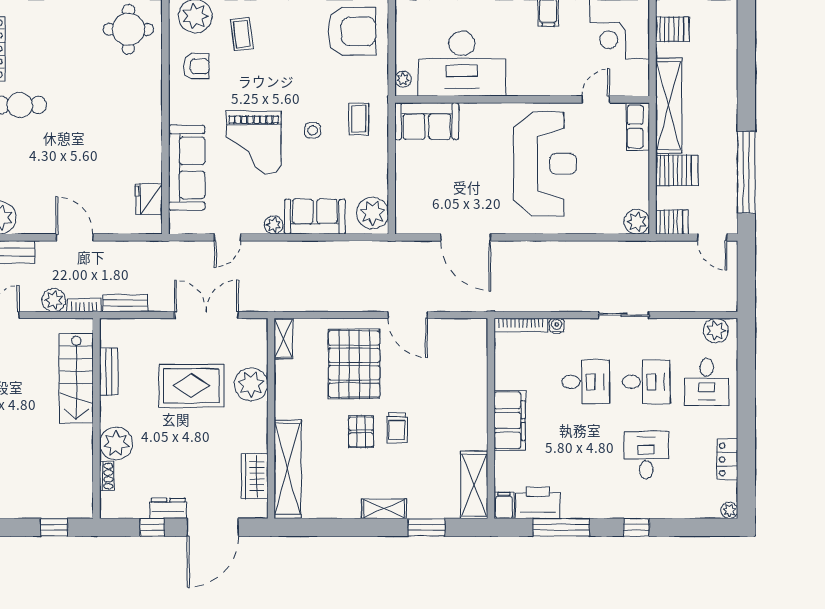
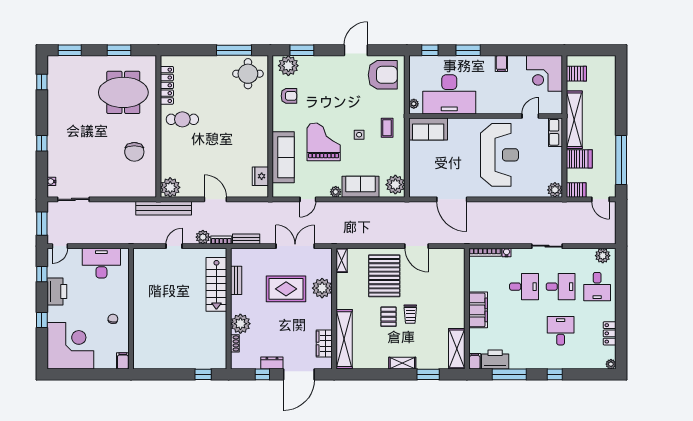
coffee table: (242, 34) -> (316, 77), removed
grand piano: (254, 142) -> (324, 142), turned 180

